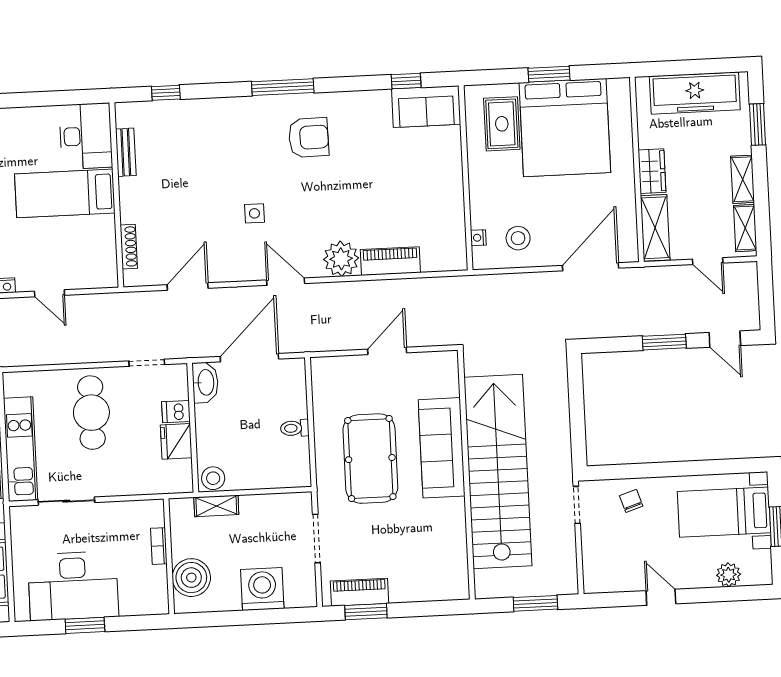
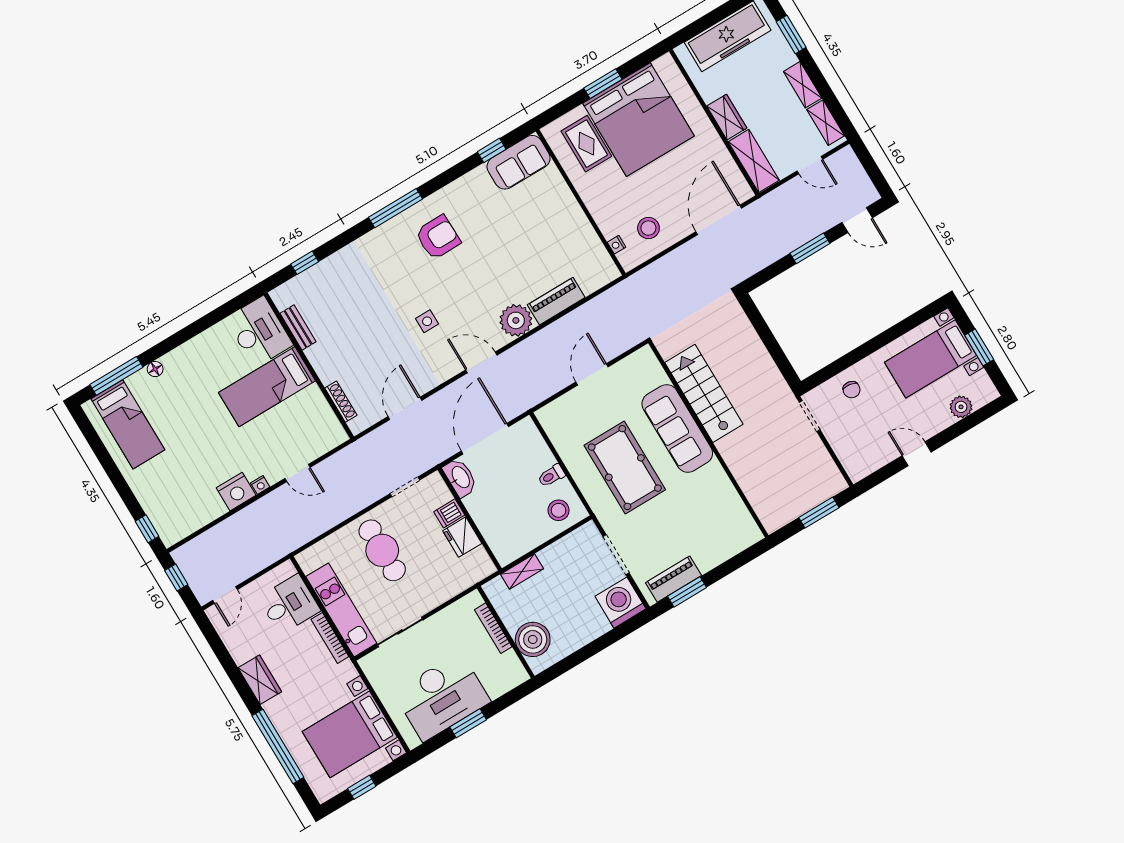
stairs: (498, 471) -> (704, 393), width x0.54, depth x0.66
stool: (213, 478) -> (559, 510), moved
chair: (631, 501) -> (852, 390), turned -153
bookcase: (159, 546) -> (493, 628), width x1.56
washing machine: (262, 589) -> (620, 603), moved

